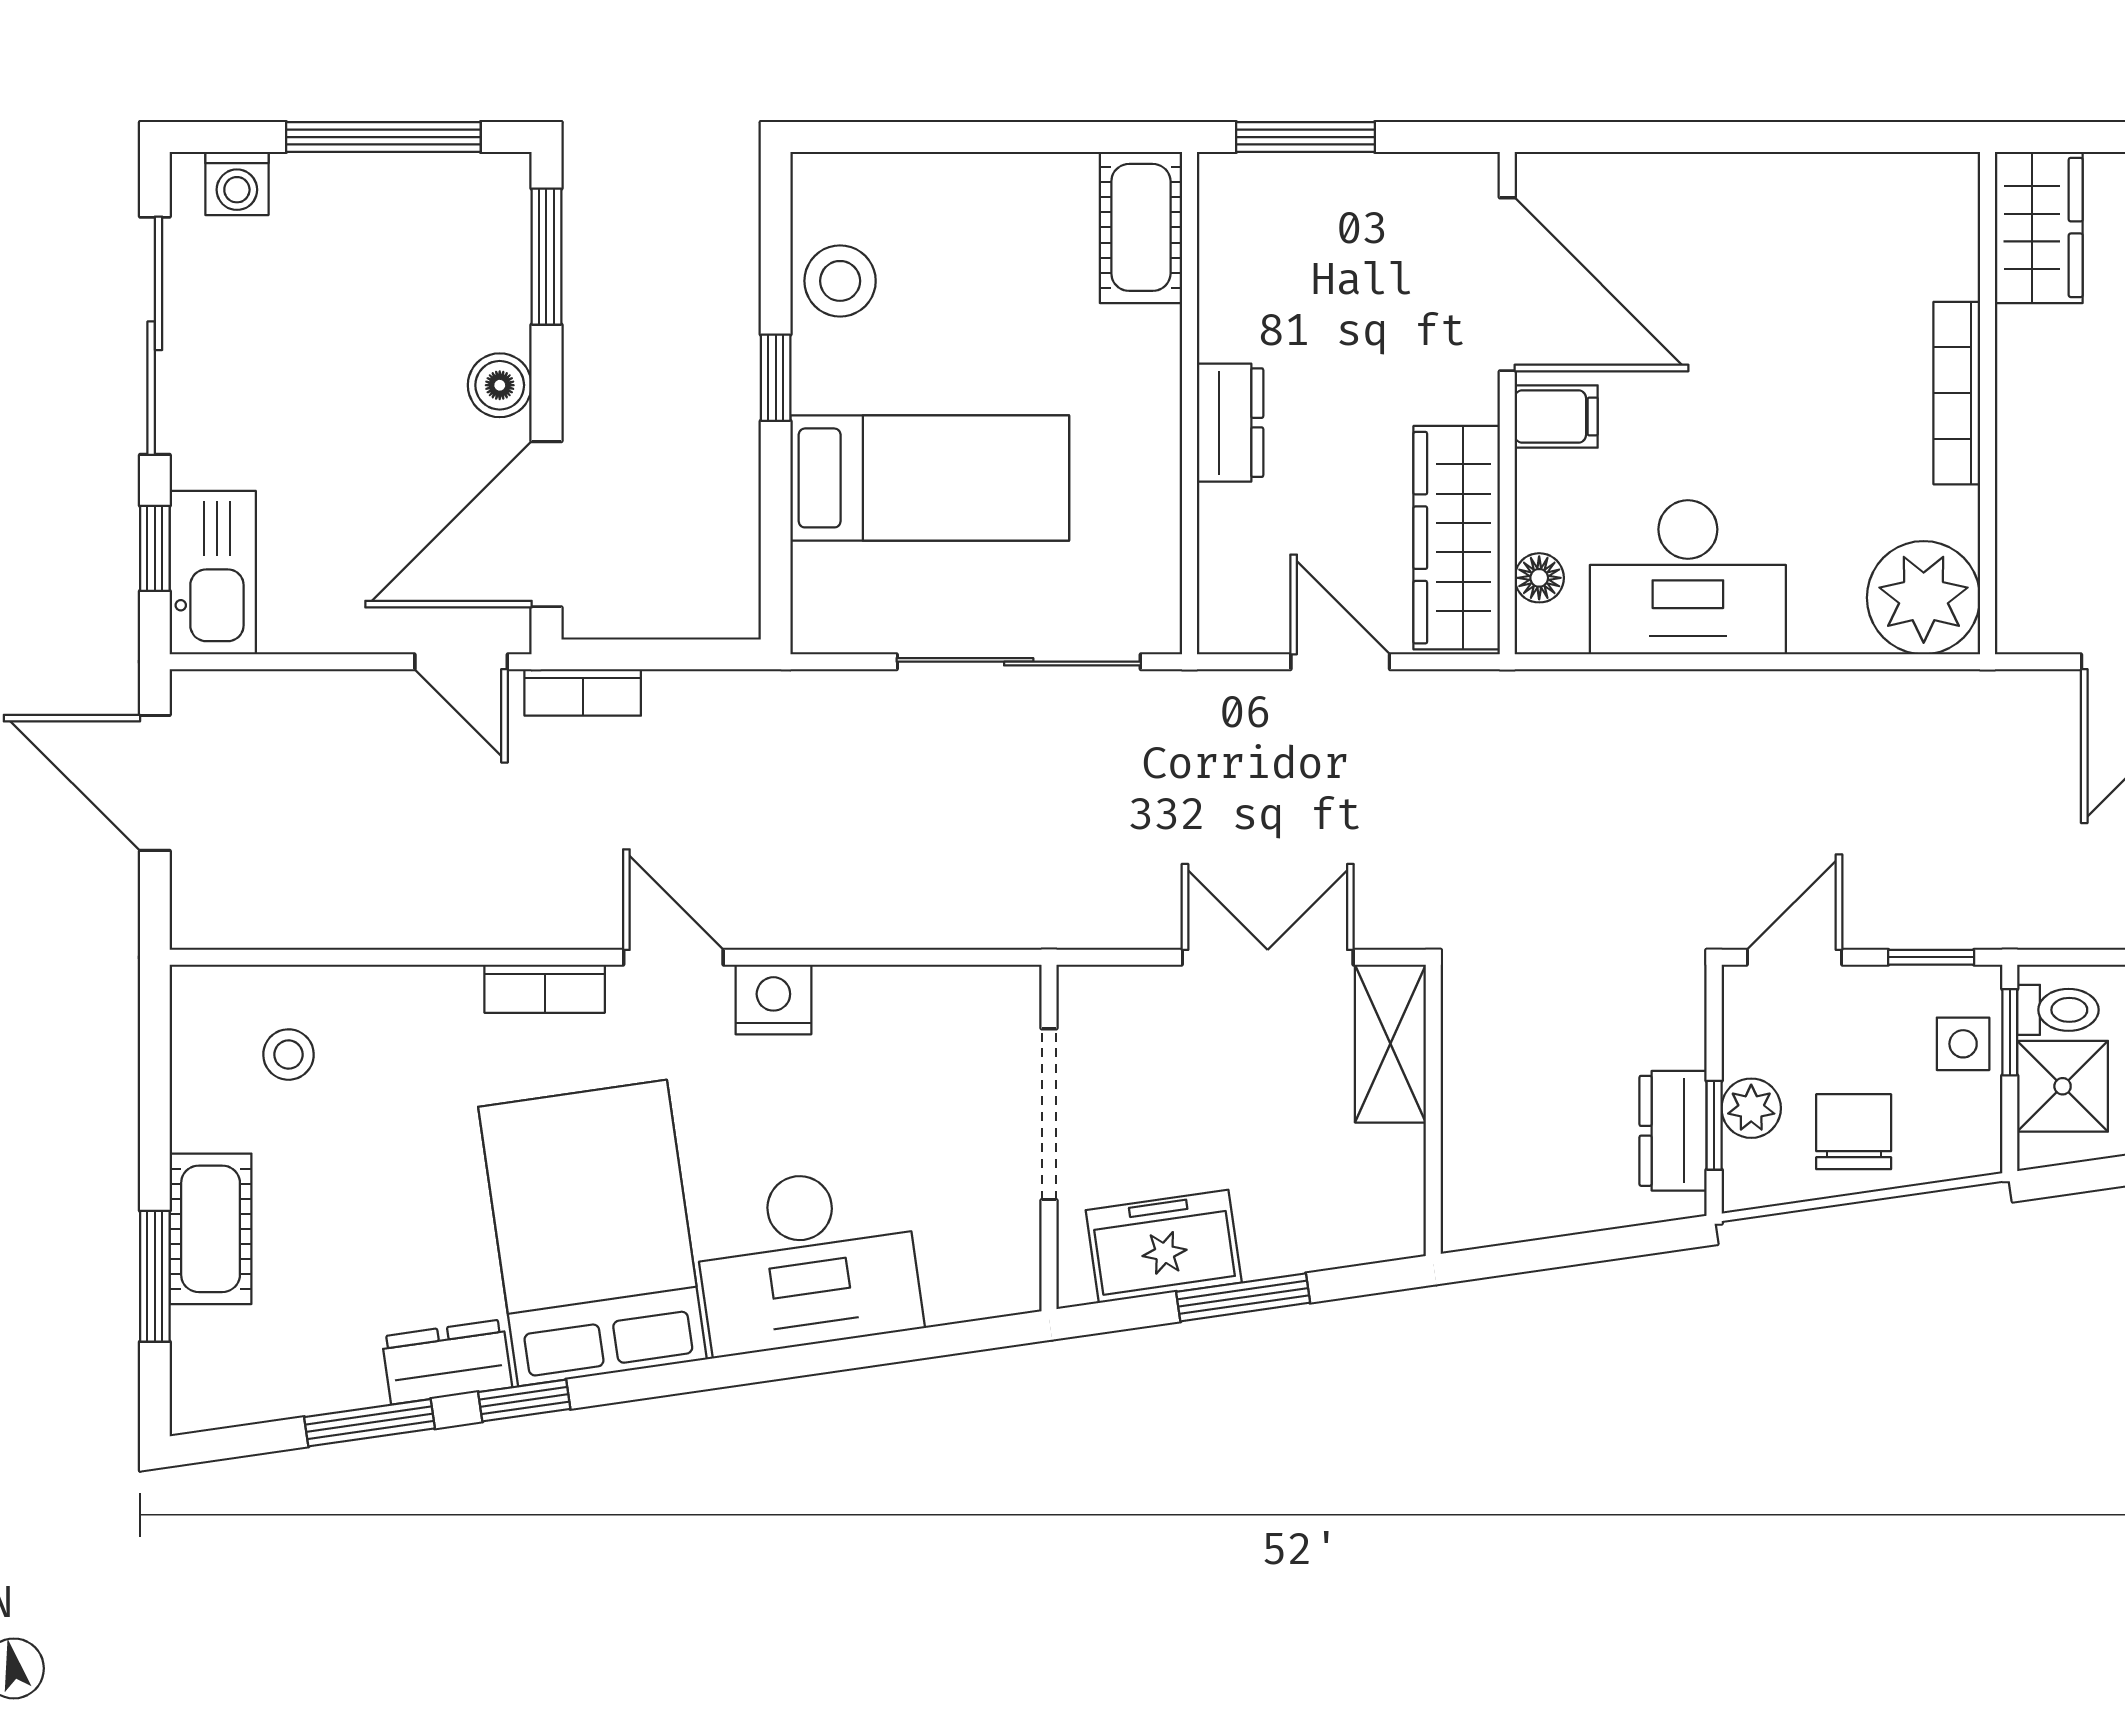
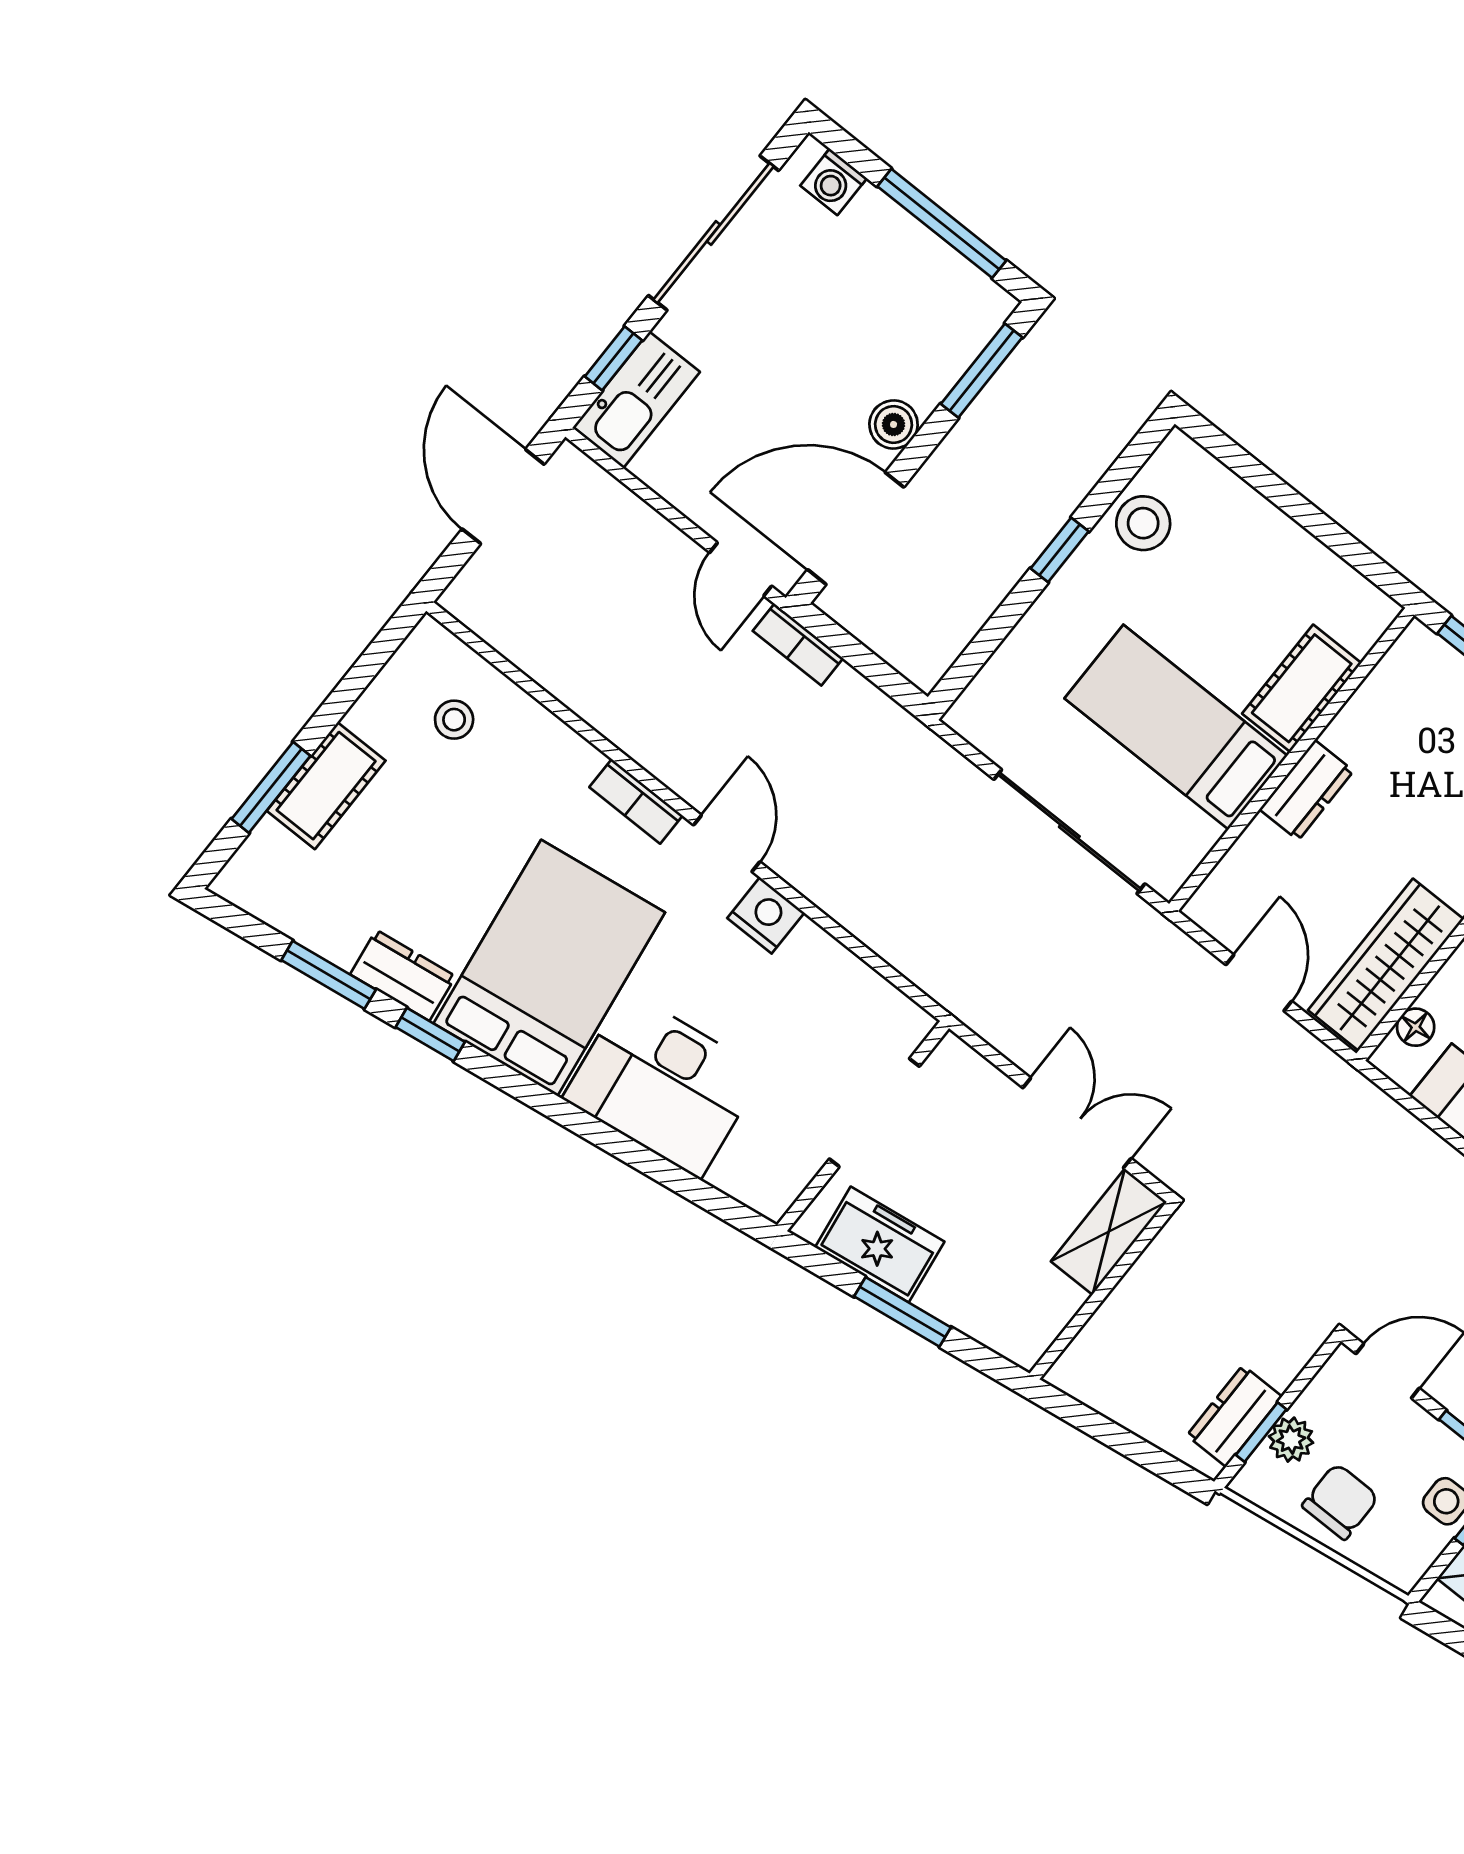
cot: (1141, 227) -> (1302, 688), moved
bed: (930, 478) -> (1176, 727), moved, turned 180

